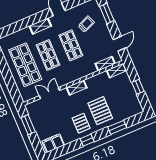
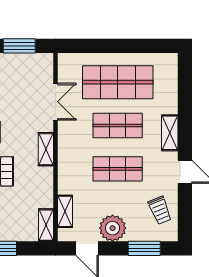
trolley: (86, 24) -> (160, 210), moved
plant: (103, 35) -> (113, 228), added

